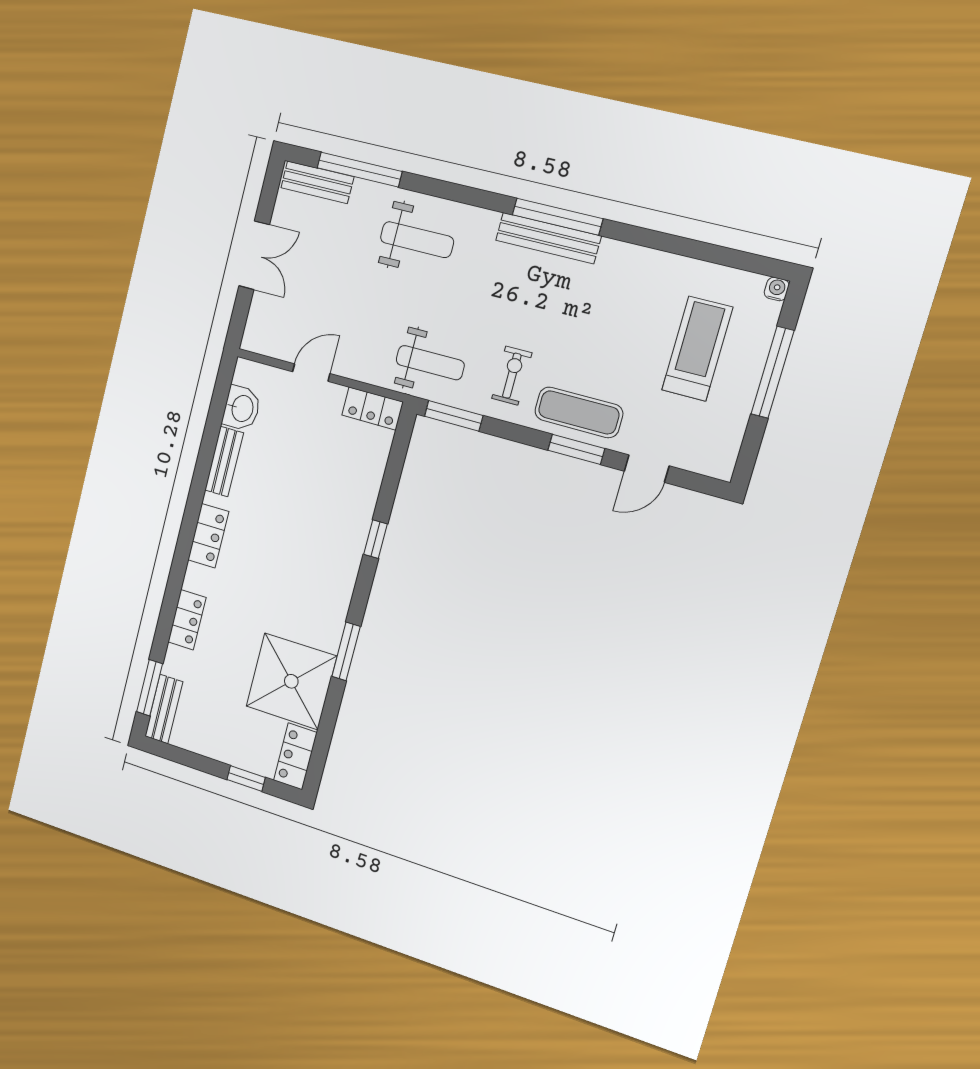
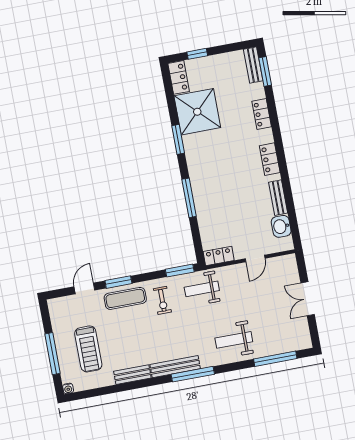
bench: (317, 182) -> (132, 375), moved
window: (558, 217) -> (193, 374), moved
window: (375, 539) -> (189, 198), width x2.17

